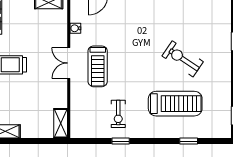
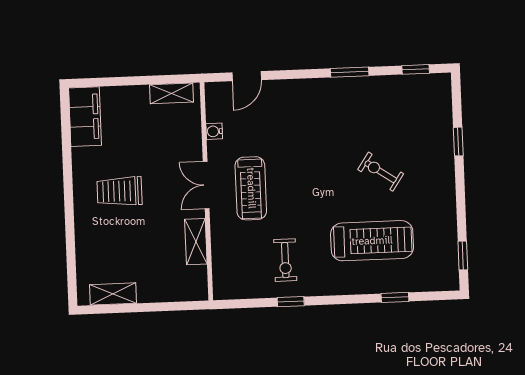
exercise bike: (183, 59) -> (381, 172), width x0.73, depth x0.72
shelving: (61, 123) -> (196, 242), moved

